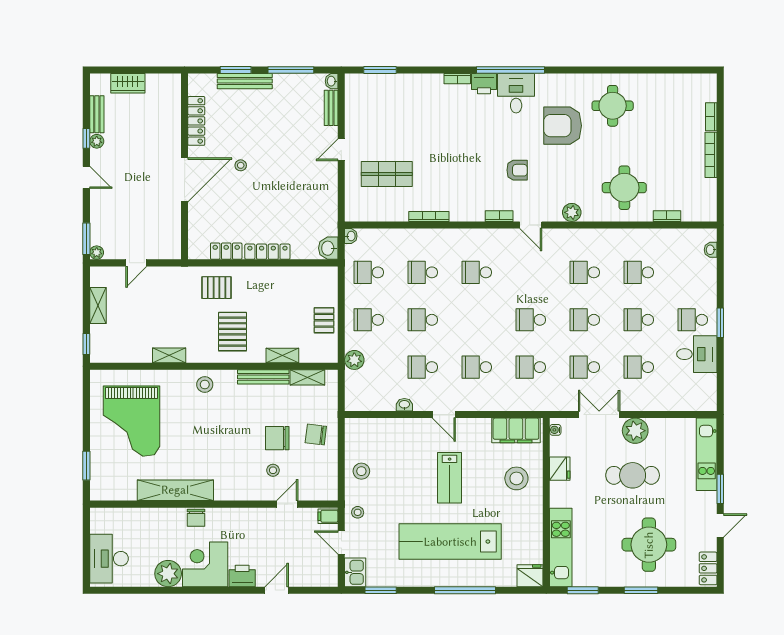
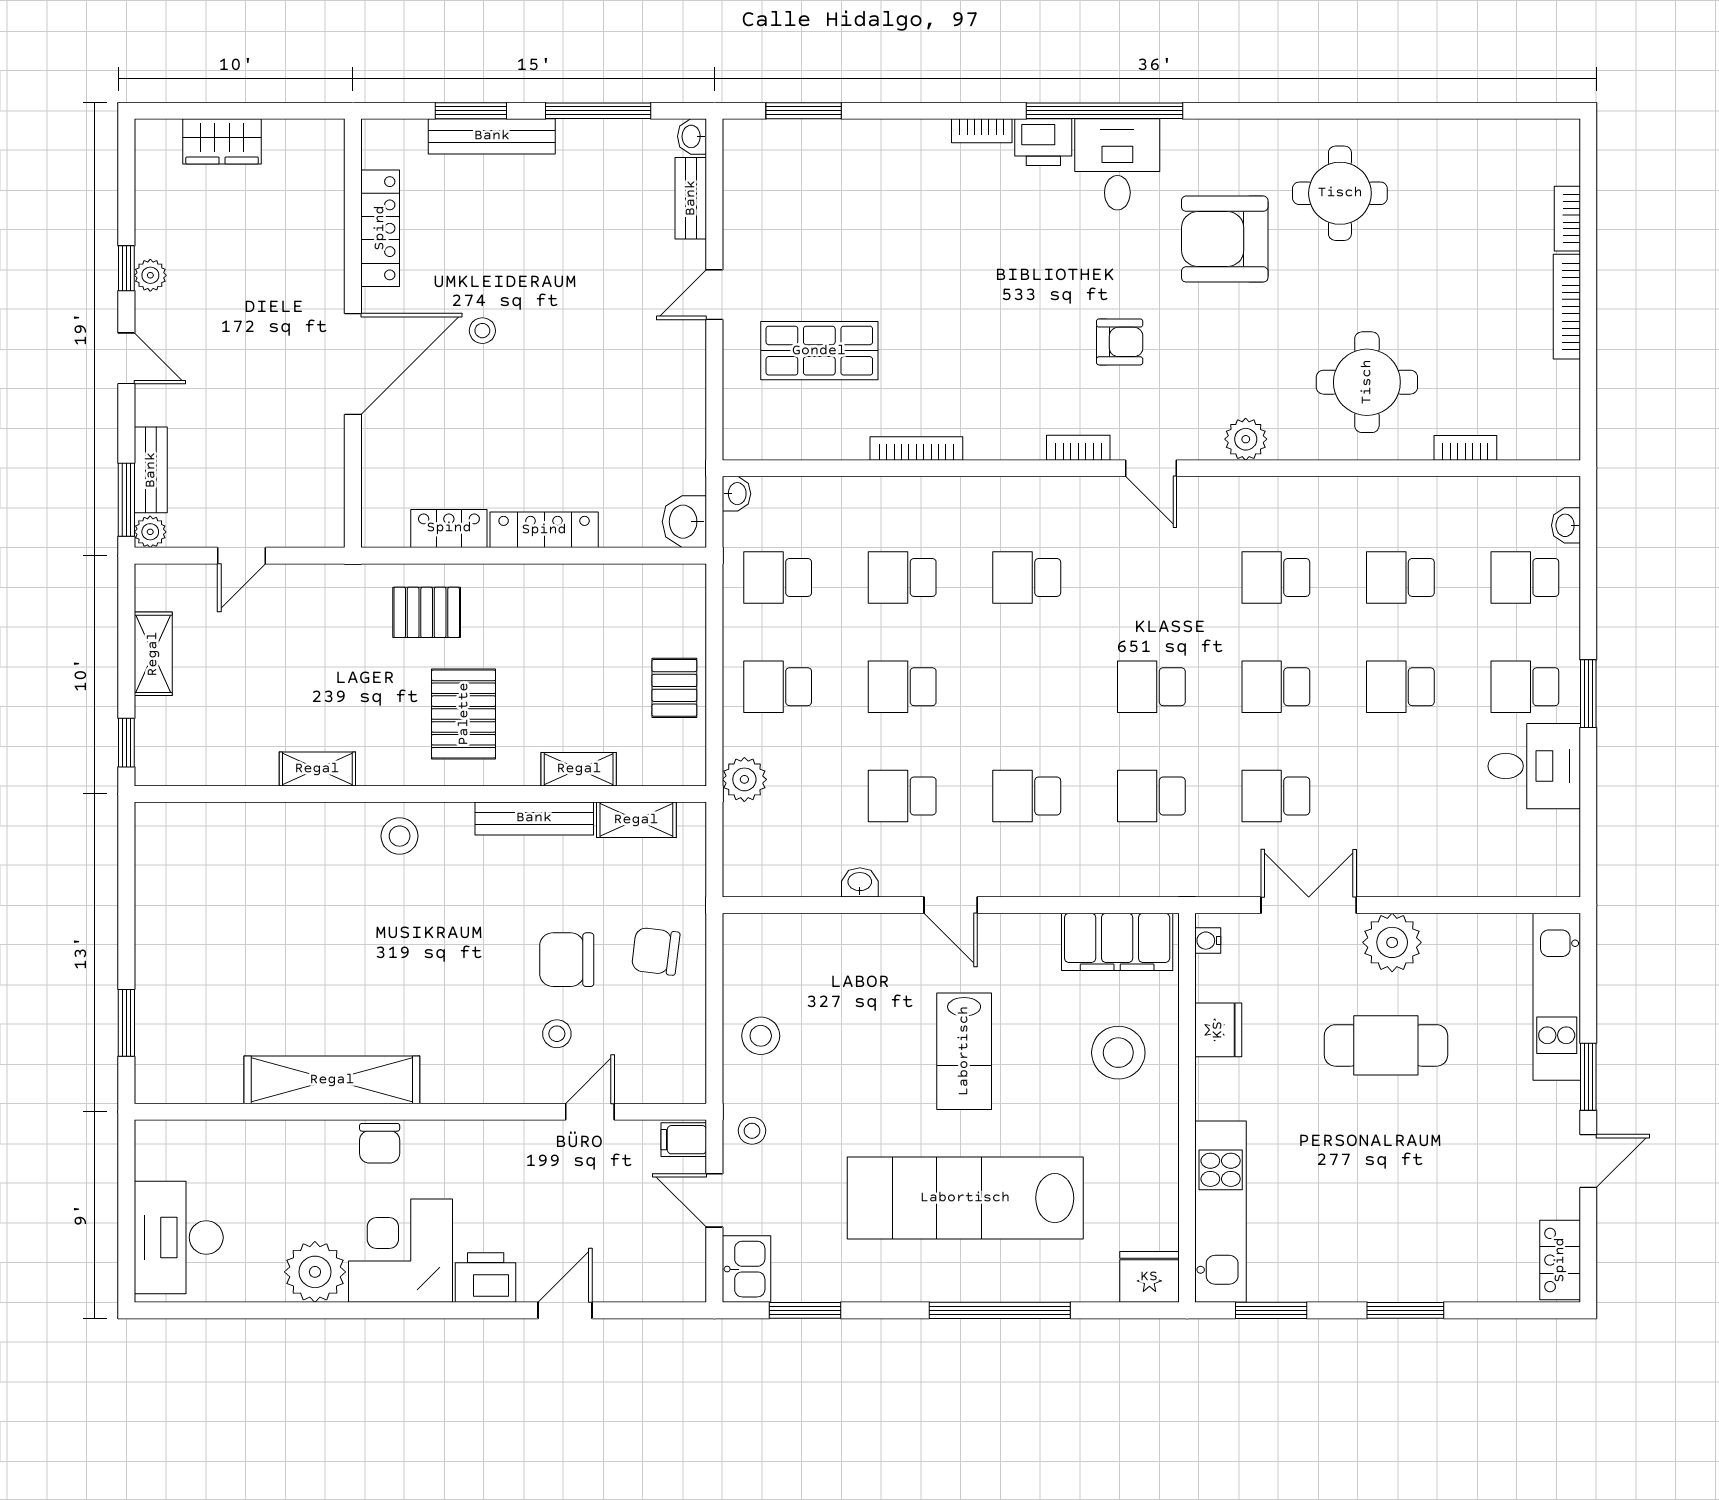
bench: (97, 114) -> (151, 470), moved
school desk: (639, 367) -> (1525, 577), moved
grand piano: (132, 421) -> (231, 920), removed
round table: (649, 545) -> (1424, 1205), removed

